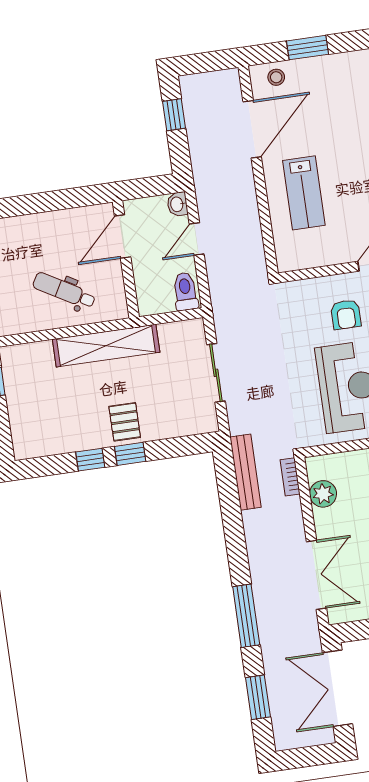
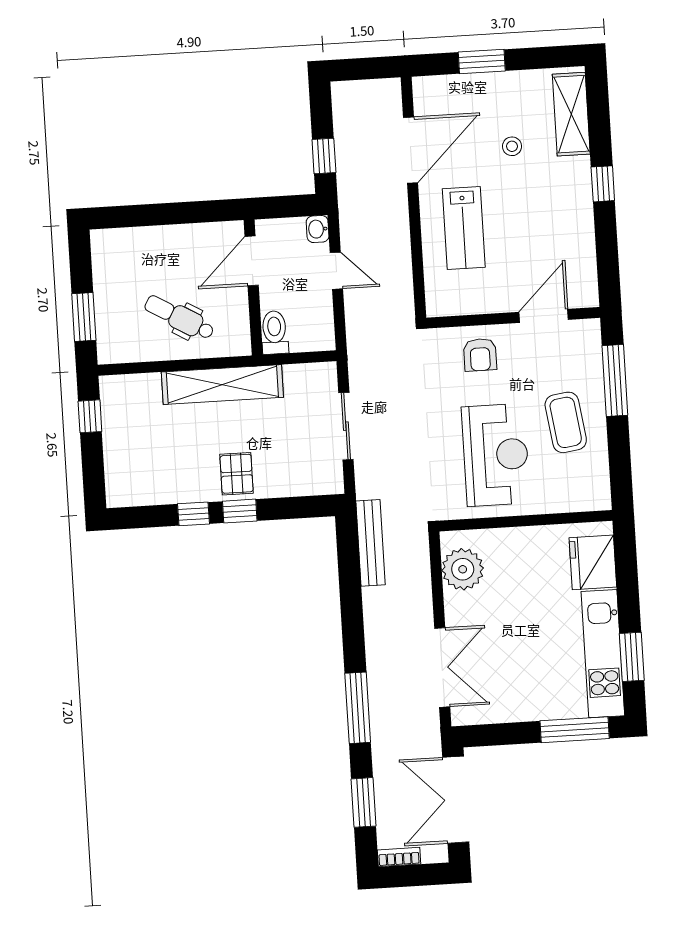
stool: (276, 77) -> (512, 146), moved
window: (174, 115) -> (324, 156), moved
door: (197, 239) -> (336, 271), swing flipped
toilet: (185, 291) -> (275, 332), moved
armchair: (346, 314) -> (480, 355), moved
bookcase: (290, 477) -> (399, 857), moved, turned 90
plant: (323, 494) -> (463, 569), width x1.36, depth x1.36

